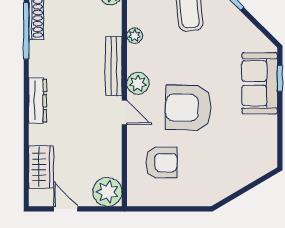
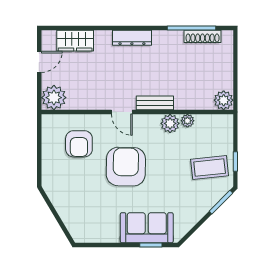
bench: (114, 66) -> (155, 103), width x0.73
plant: (138, 83) -> (170, 123), moved
door: (124, 112) -> (122, 112), hinge flipped

